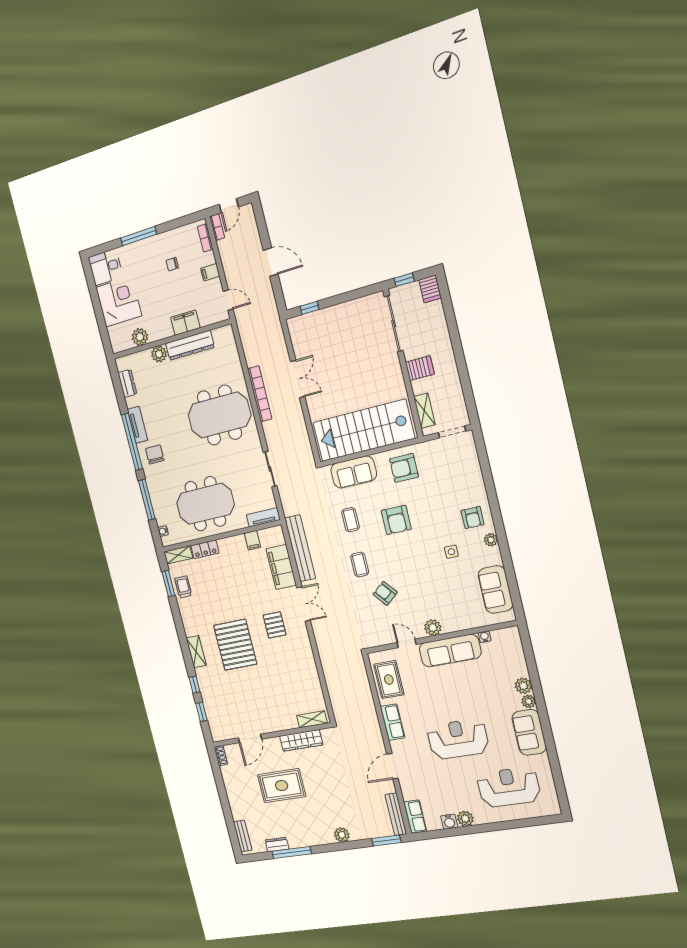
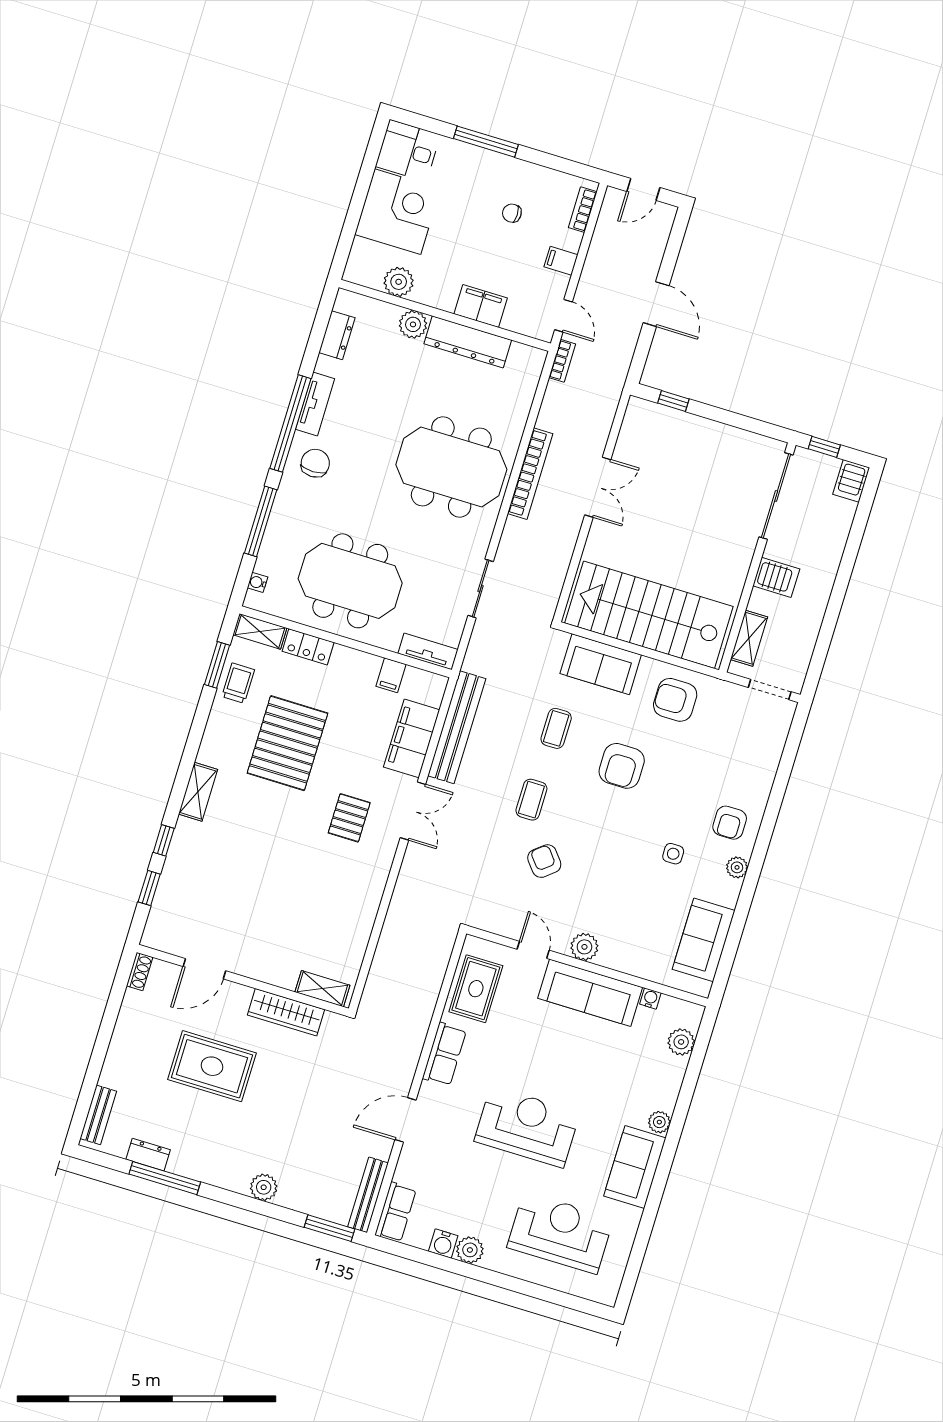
bookcase: (217, 227) -> (562, 361), moved
pallet: (235, 645) -> (287, 743), moved
plant: (523, 686) -> (681, 1042), moved

